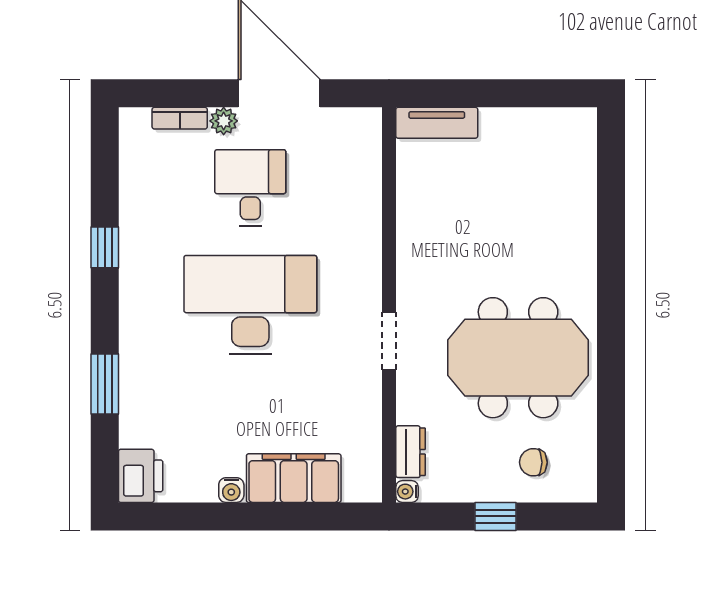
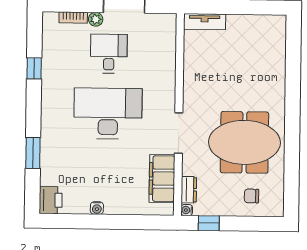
window: (105, 247) -> (34, 68), moved
doorway: (389, 341) -> (179, 133), width x1.38
filing cabinet: (294, 478) -> (162, 179), moved, turned -90
window: (496, 516) -> (209, 223), moved

